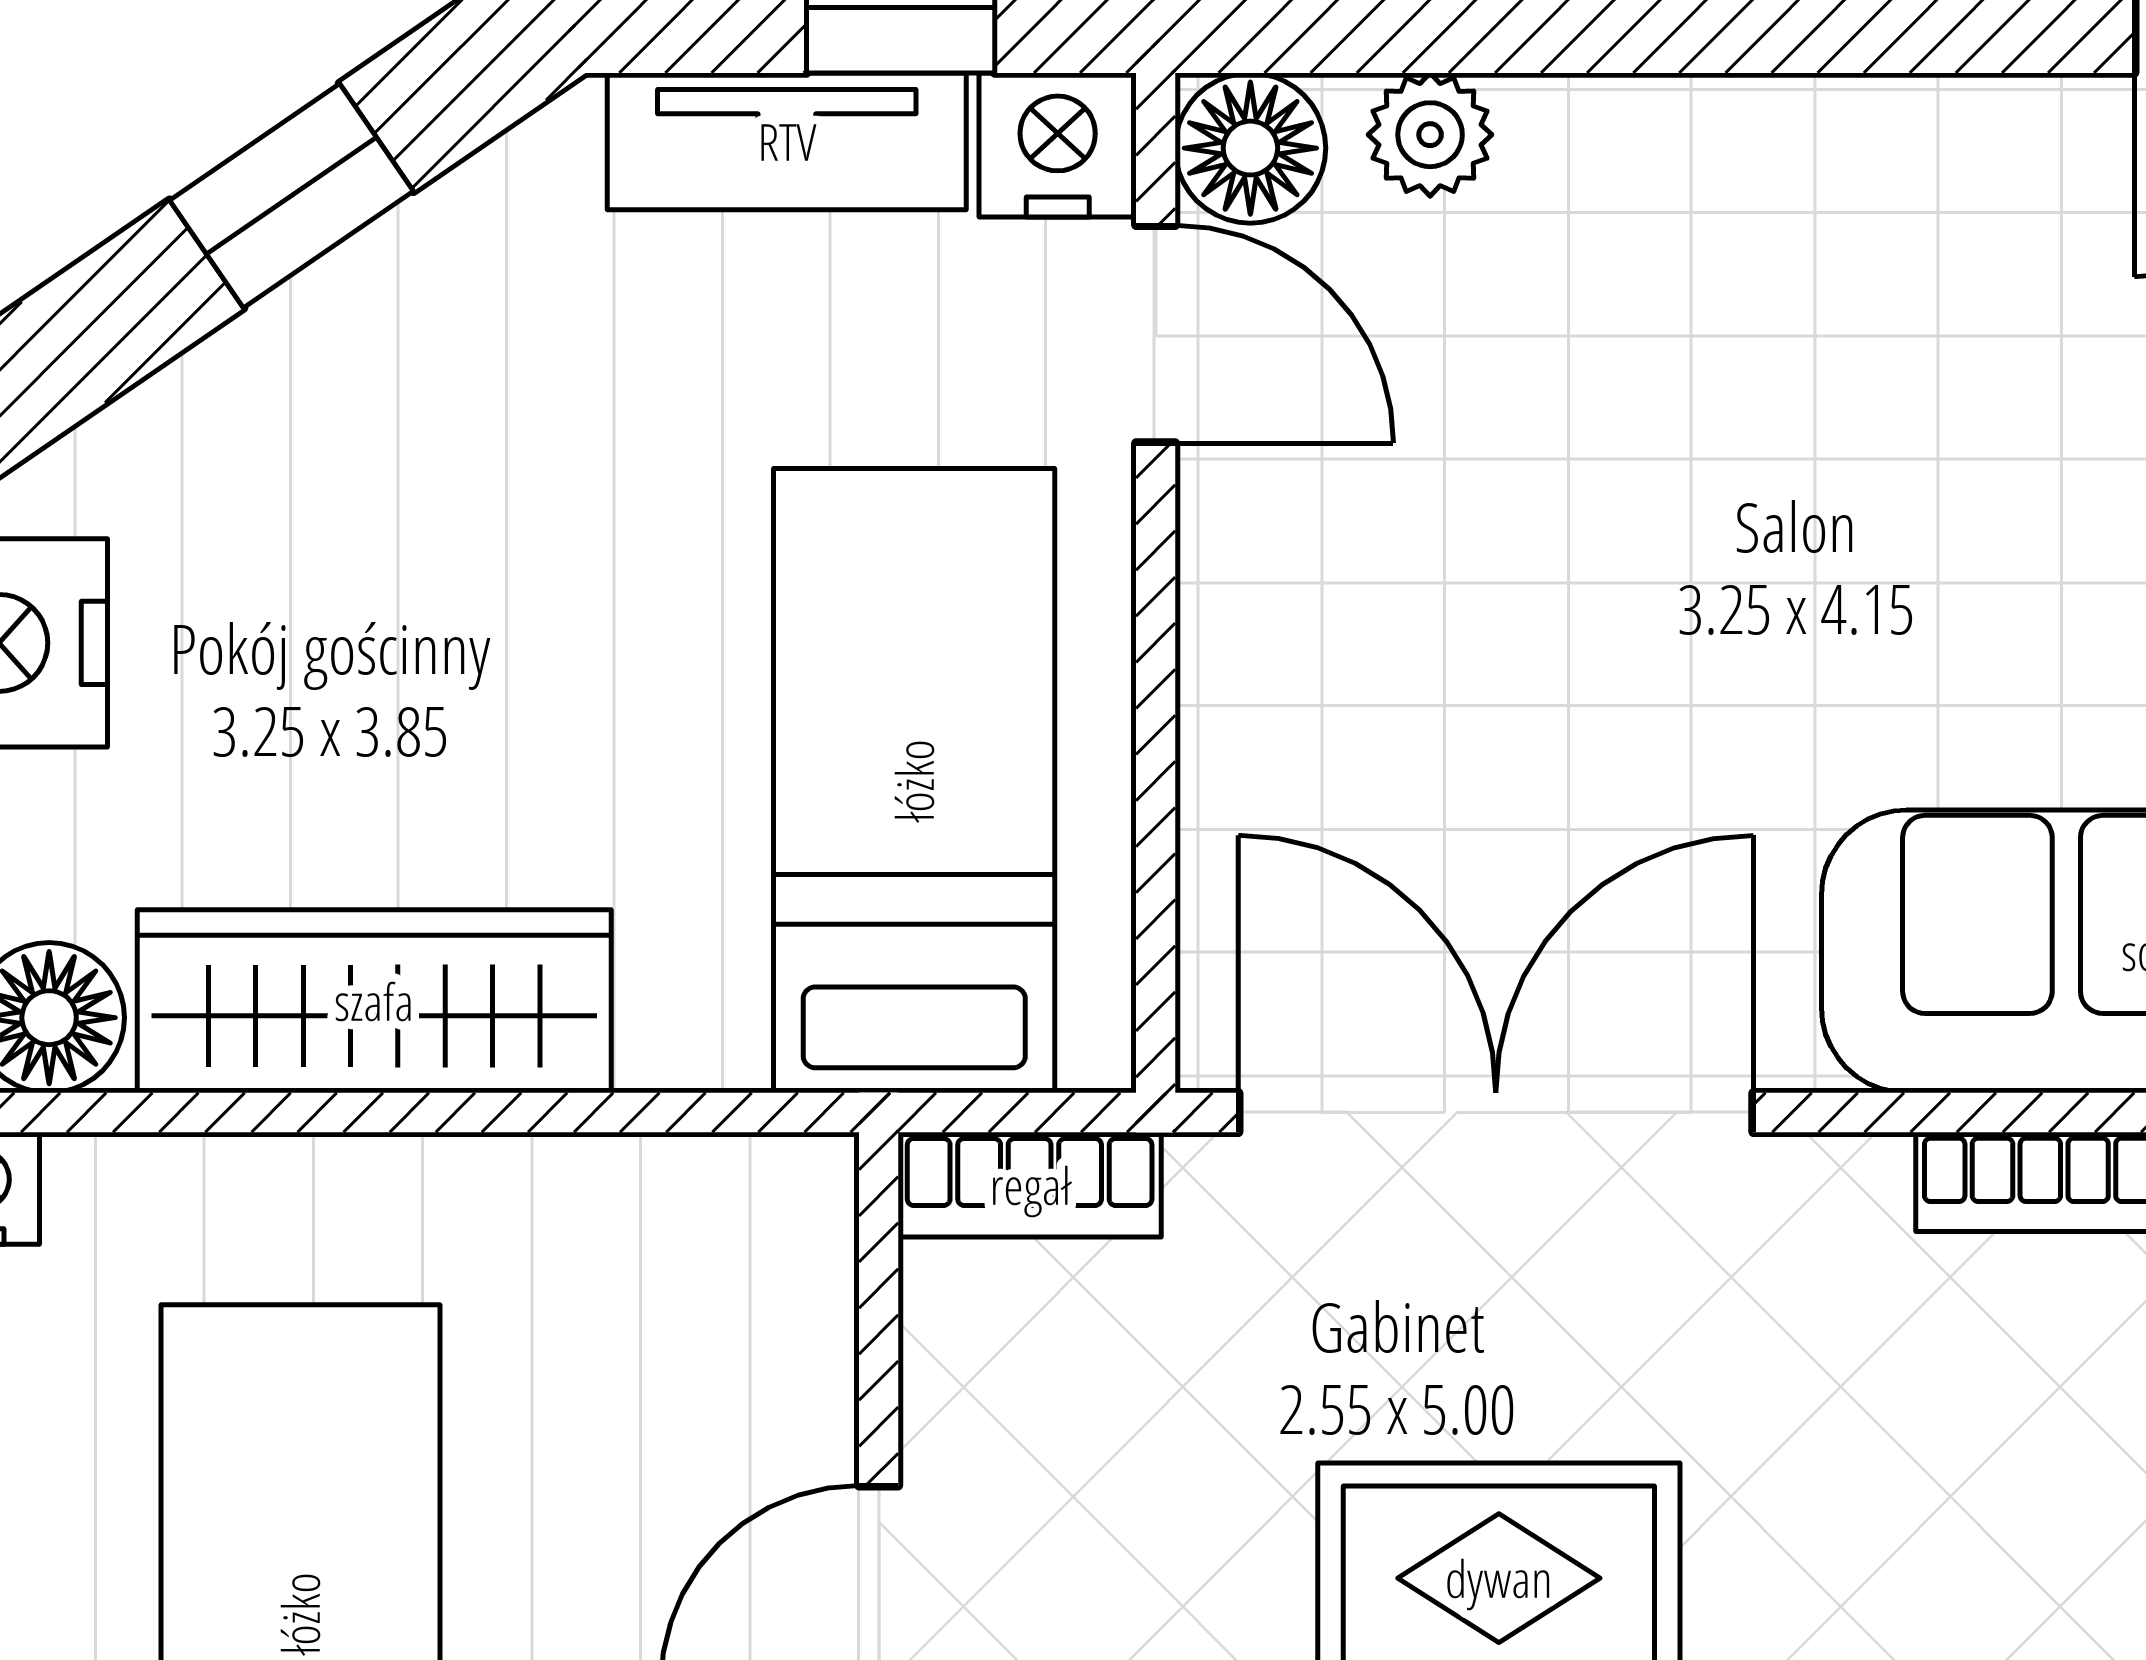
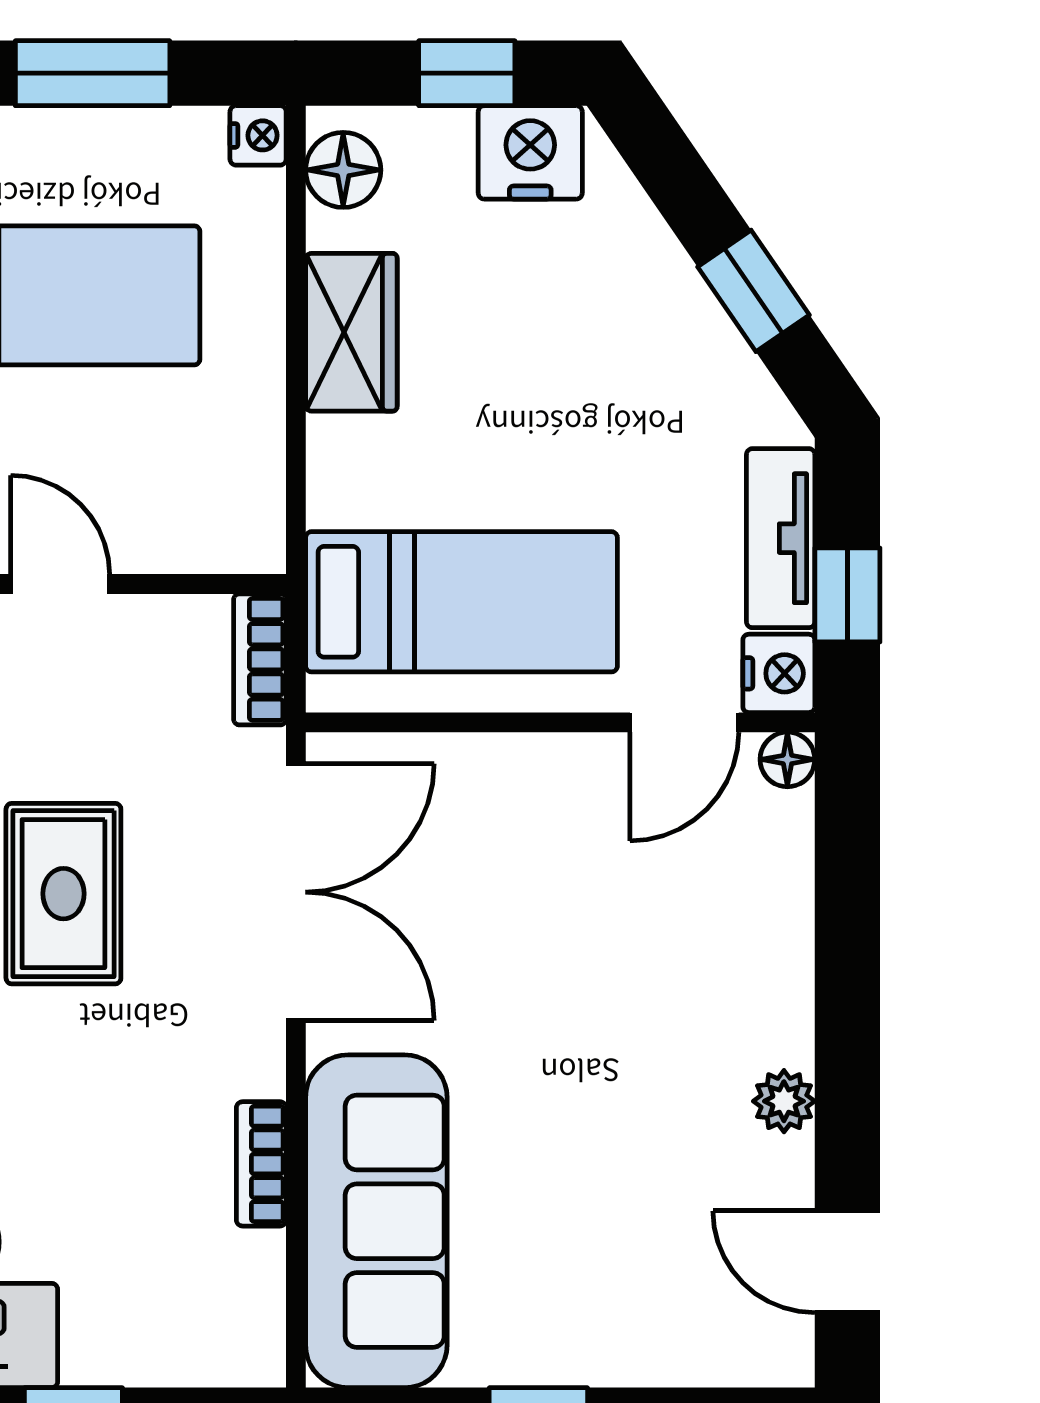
plant: (1430, 135) -> (784, 1101), moved
floor lamp: (1250, 148) -> (787, 759), width x0.73, depth x0.73
wardrobe: (374, 1001) -> (351, 332), width x0.67

